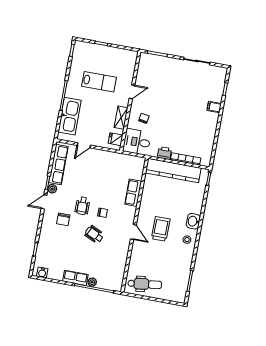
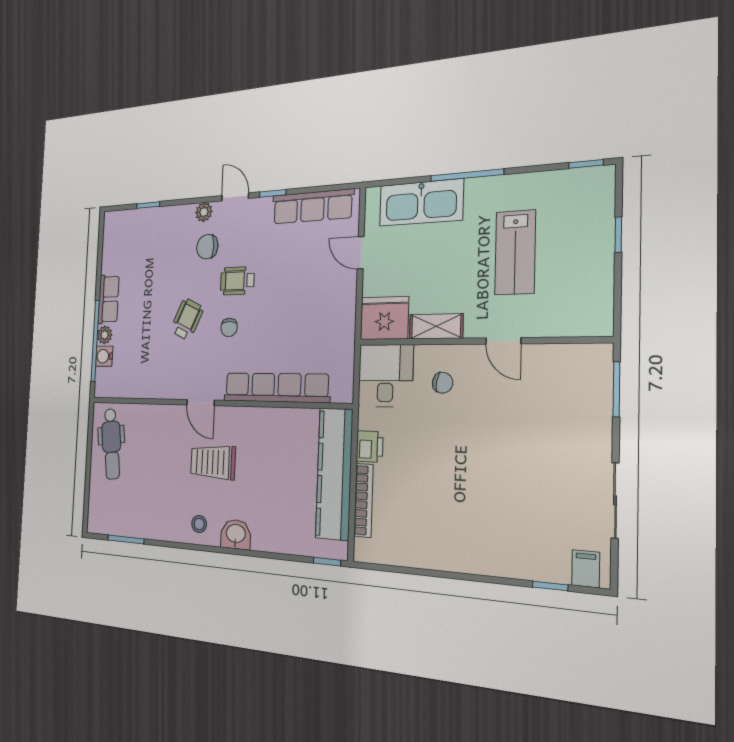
filing cabinet: (214, 107) -> (586, 569), moved
fridge: (116, 139) -> (385, 318), width x1.88, depth x1.34
plant: (52, 189) -> (204, 212), moved
row of seats: (133, 193) -> (276, 388), width x2.02
trolley: (161, 229) -> (213, 462), turned 180
door: (133, 232) -> (200, 403), hinge flipped
water cooler: (42, 273) -> (104, 356), moved

